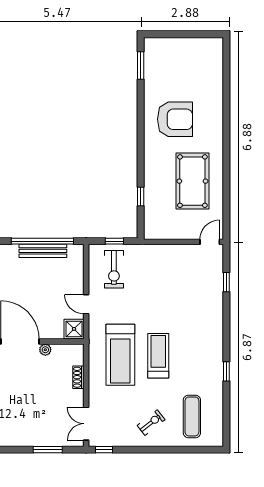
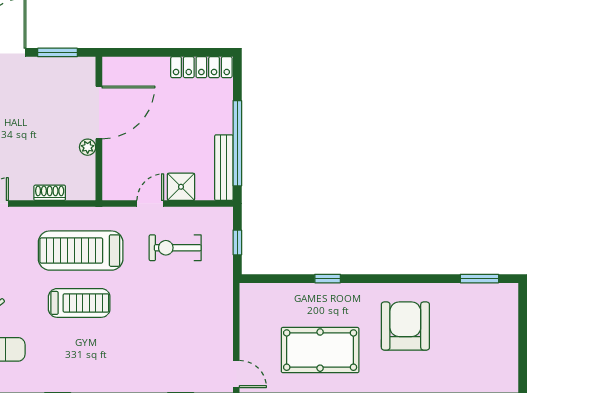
armchair: (175, 119) -> (405, 326), turned 180
window: (141, 197) -> (328, 279), moved
bench: (43, 251) -> (224, 168), moved
exercise bike: (114, 269) -> (175, 248), moved
shower: (74, 329) -> (181, 187), moved

